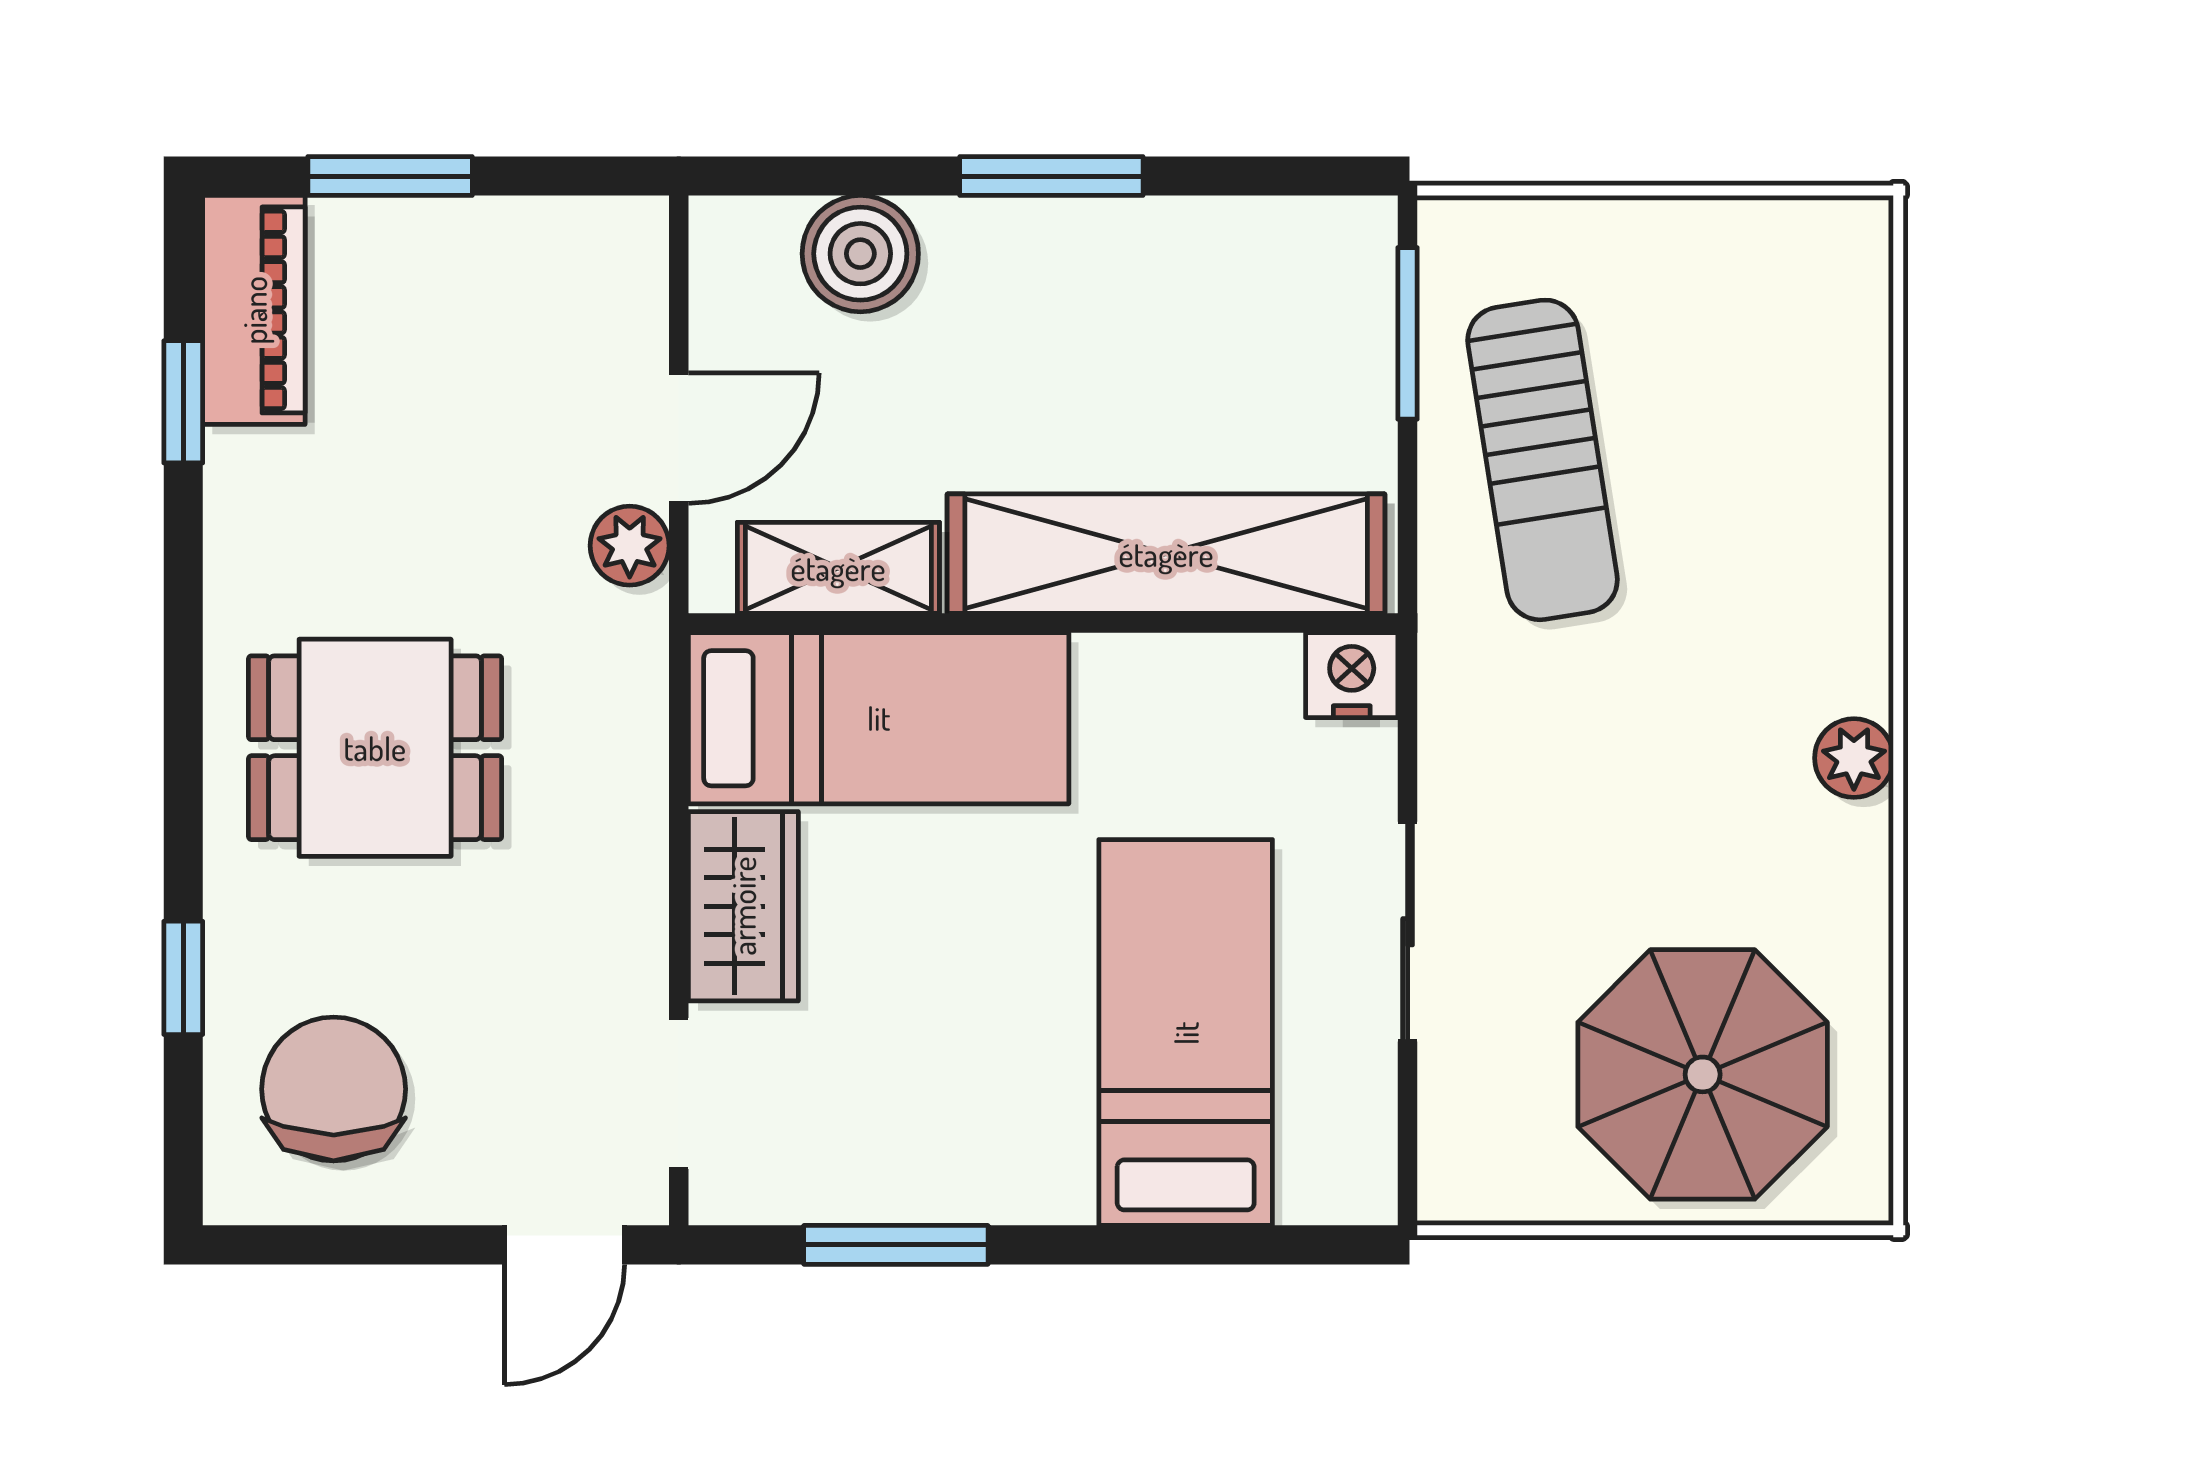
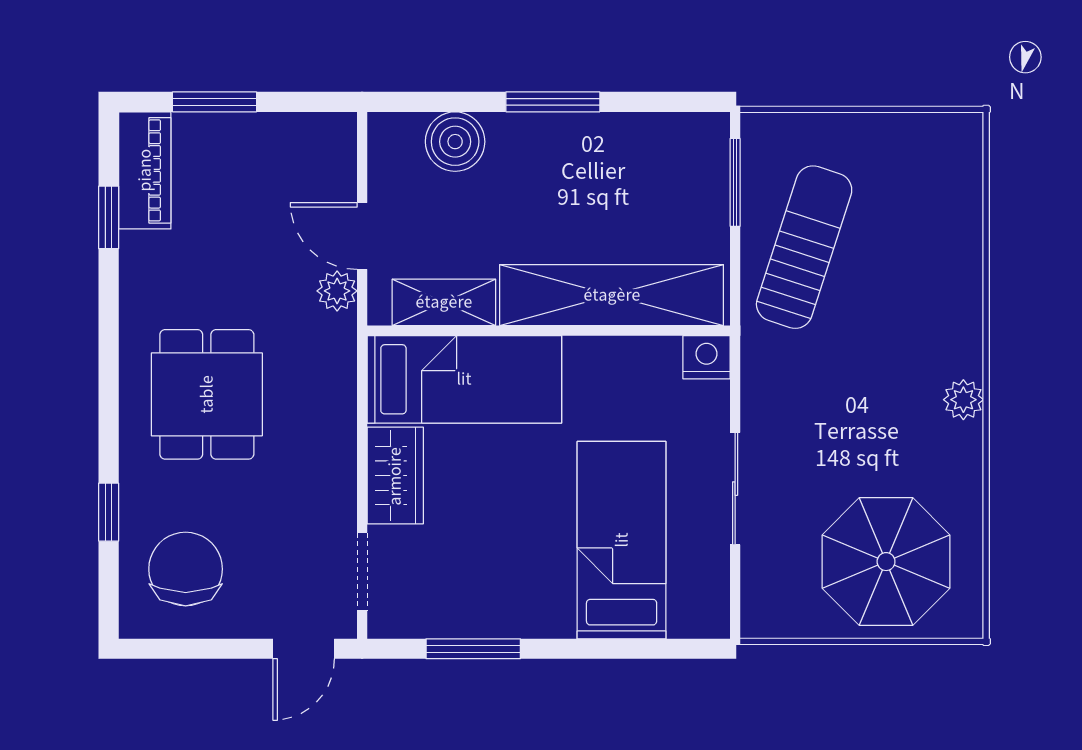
door: (679, 438) -> (362, 236), swing flipped
sun lounger: (1543, 460) -> (804, 247), turned -153
dining table: (375, 748) -> (207, 394), turned 90

